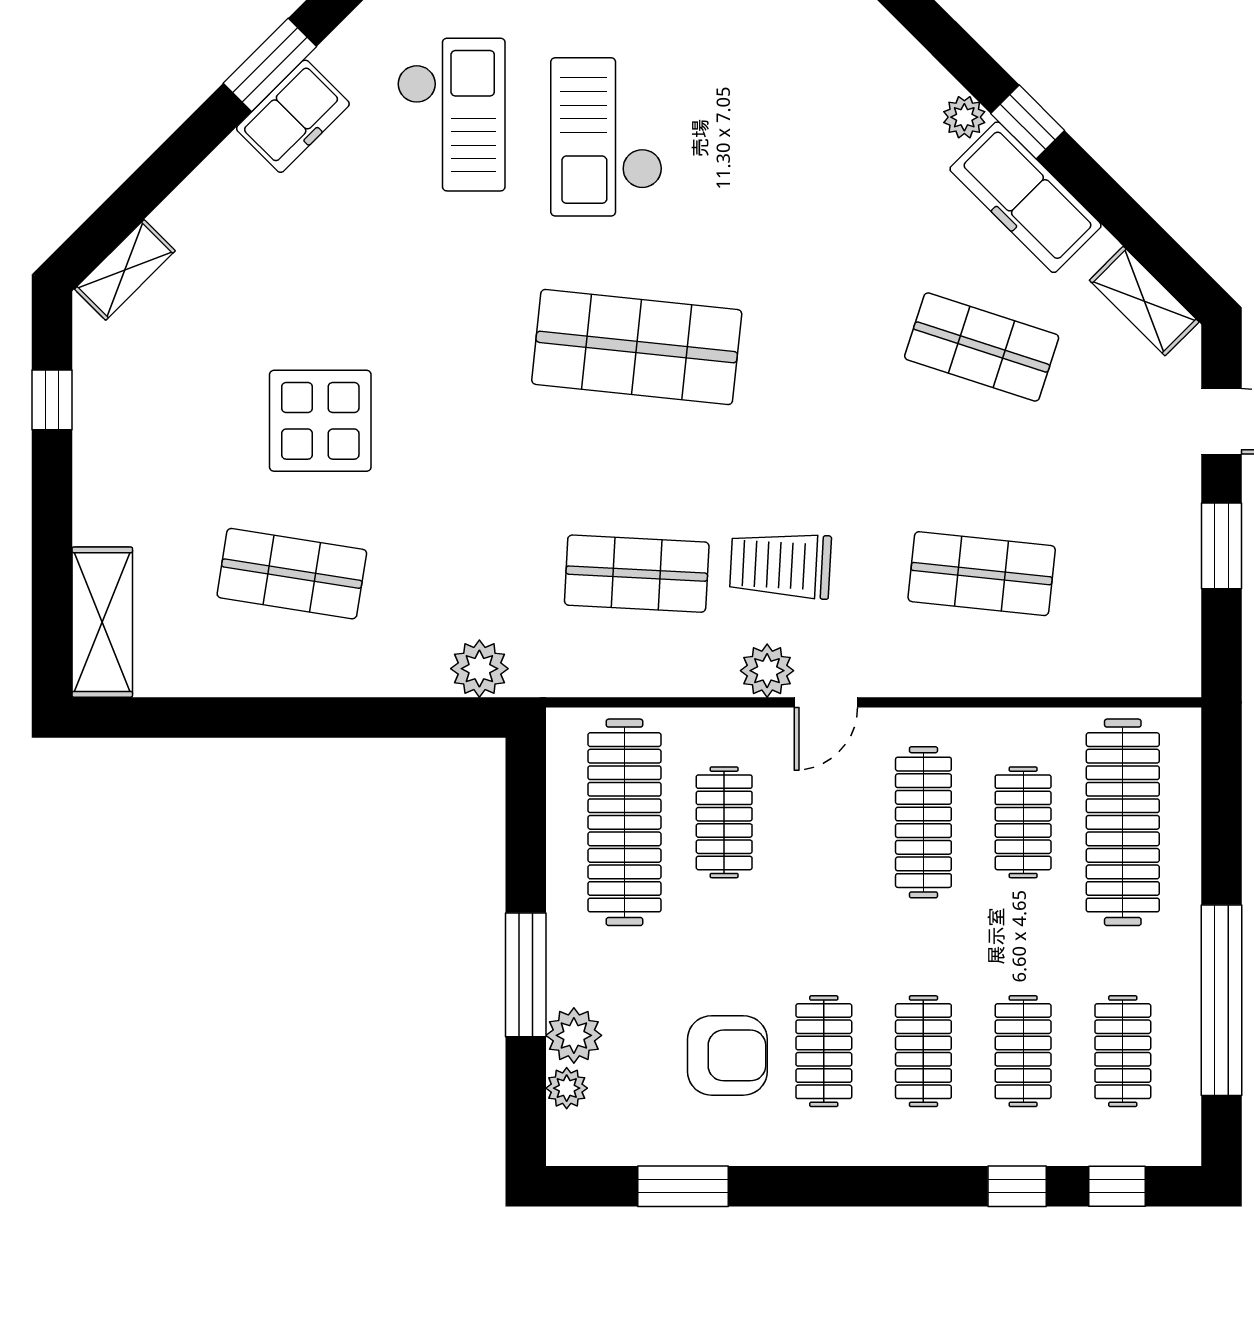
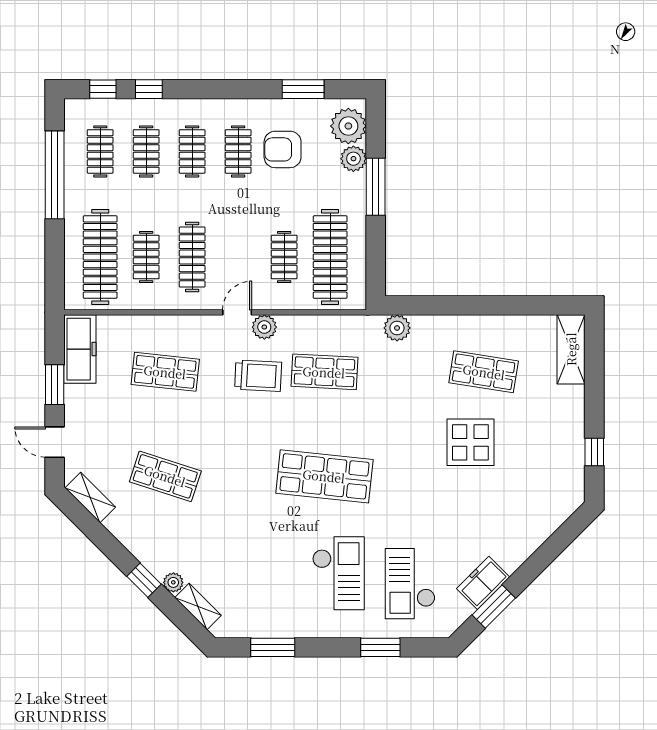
freezer: (1026, 197) -> (80, 349), moved, turned 45
shelving: (125, 270) -> (198, 606), moved, turned 90
plant: (567, 1088) -> (348, 126), width x1.87, depth x1.87

